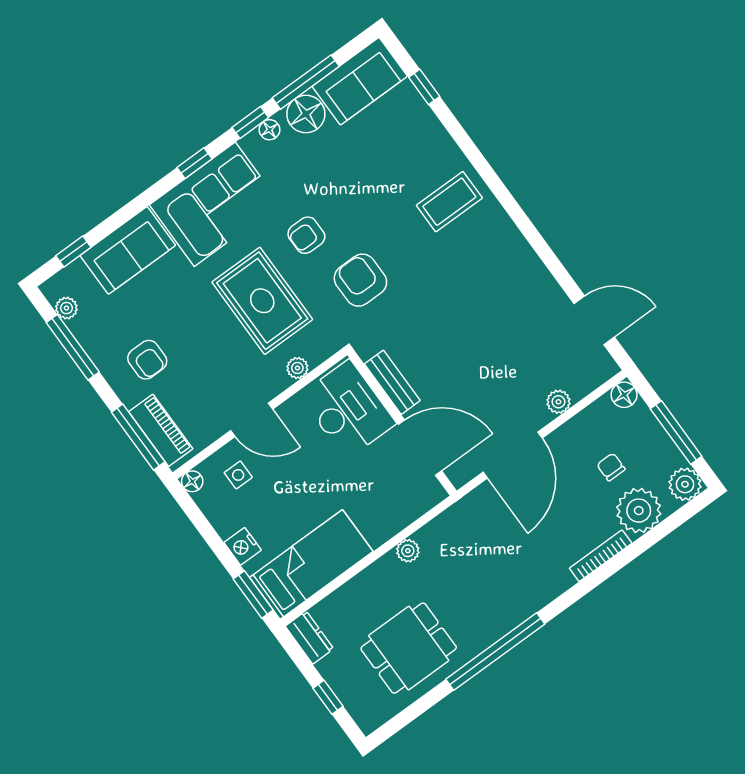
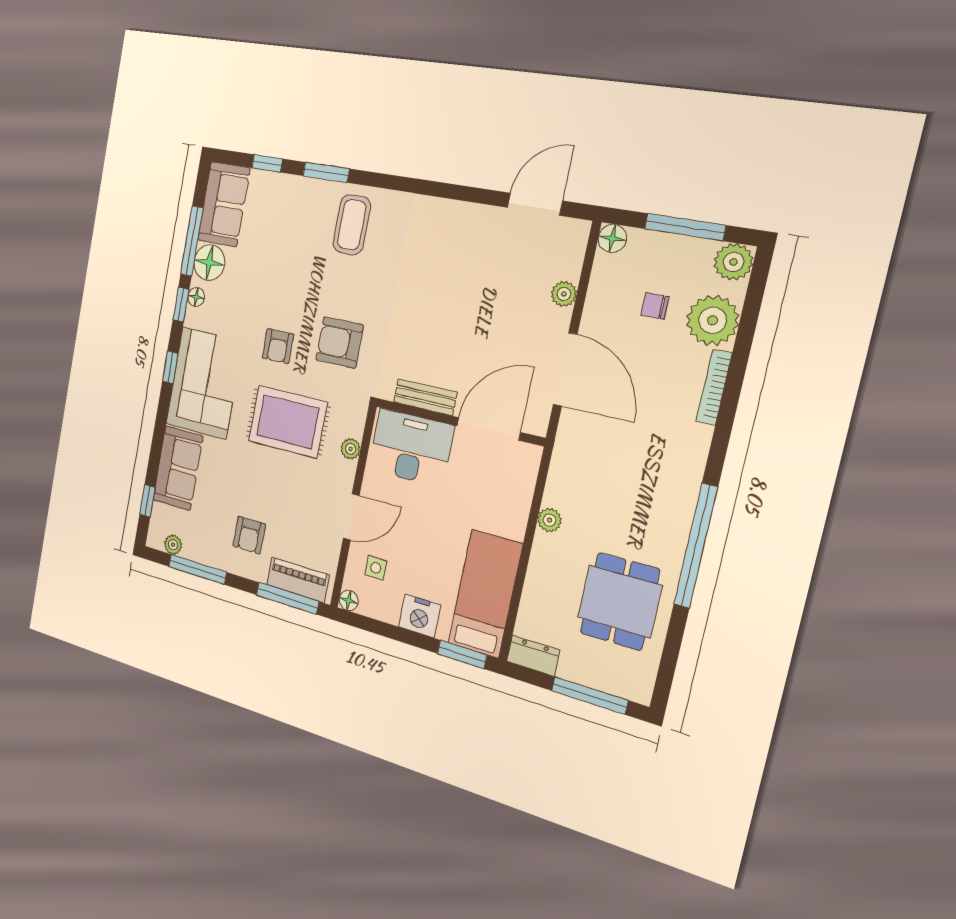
window: (465, 142) -> (326, 172), added
armchair: (147, 360) -> (249, 535), turned 90
nightstand: (243, 546) -> (420, 616), width x1.36, depth x1.33
window: (328, 697) -> (589, 695), width x2.17

